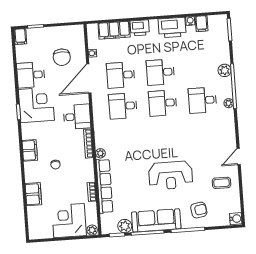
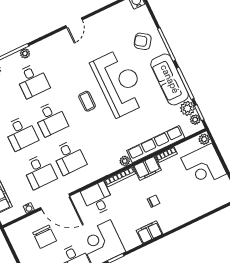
chair: (62, 57) -> (45, 237), turned 90
door: (239, 157) -> (74, 23), hinge flipped
reception desk: (171, 175) -> (119, 83), width x1.36, depth x1.30
coffee table: (221, 183) -> (87, 101), moved
filing cabinet: (33, 194) -> (147, 168), moved, turned 180
armchair: (199, 210) -> (143, 41), turned -46
plant: (112, 229) -> (195, 120), added

